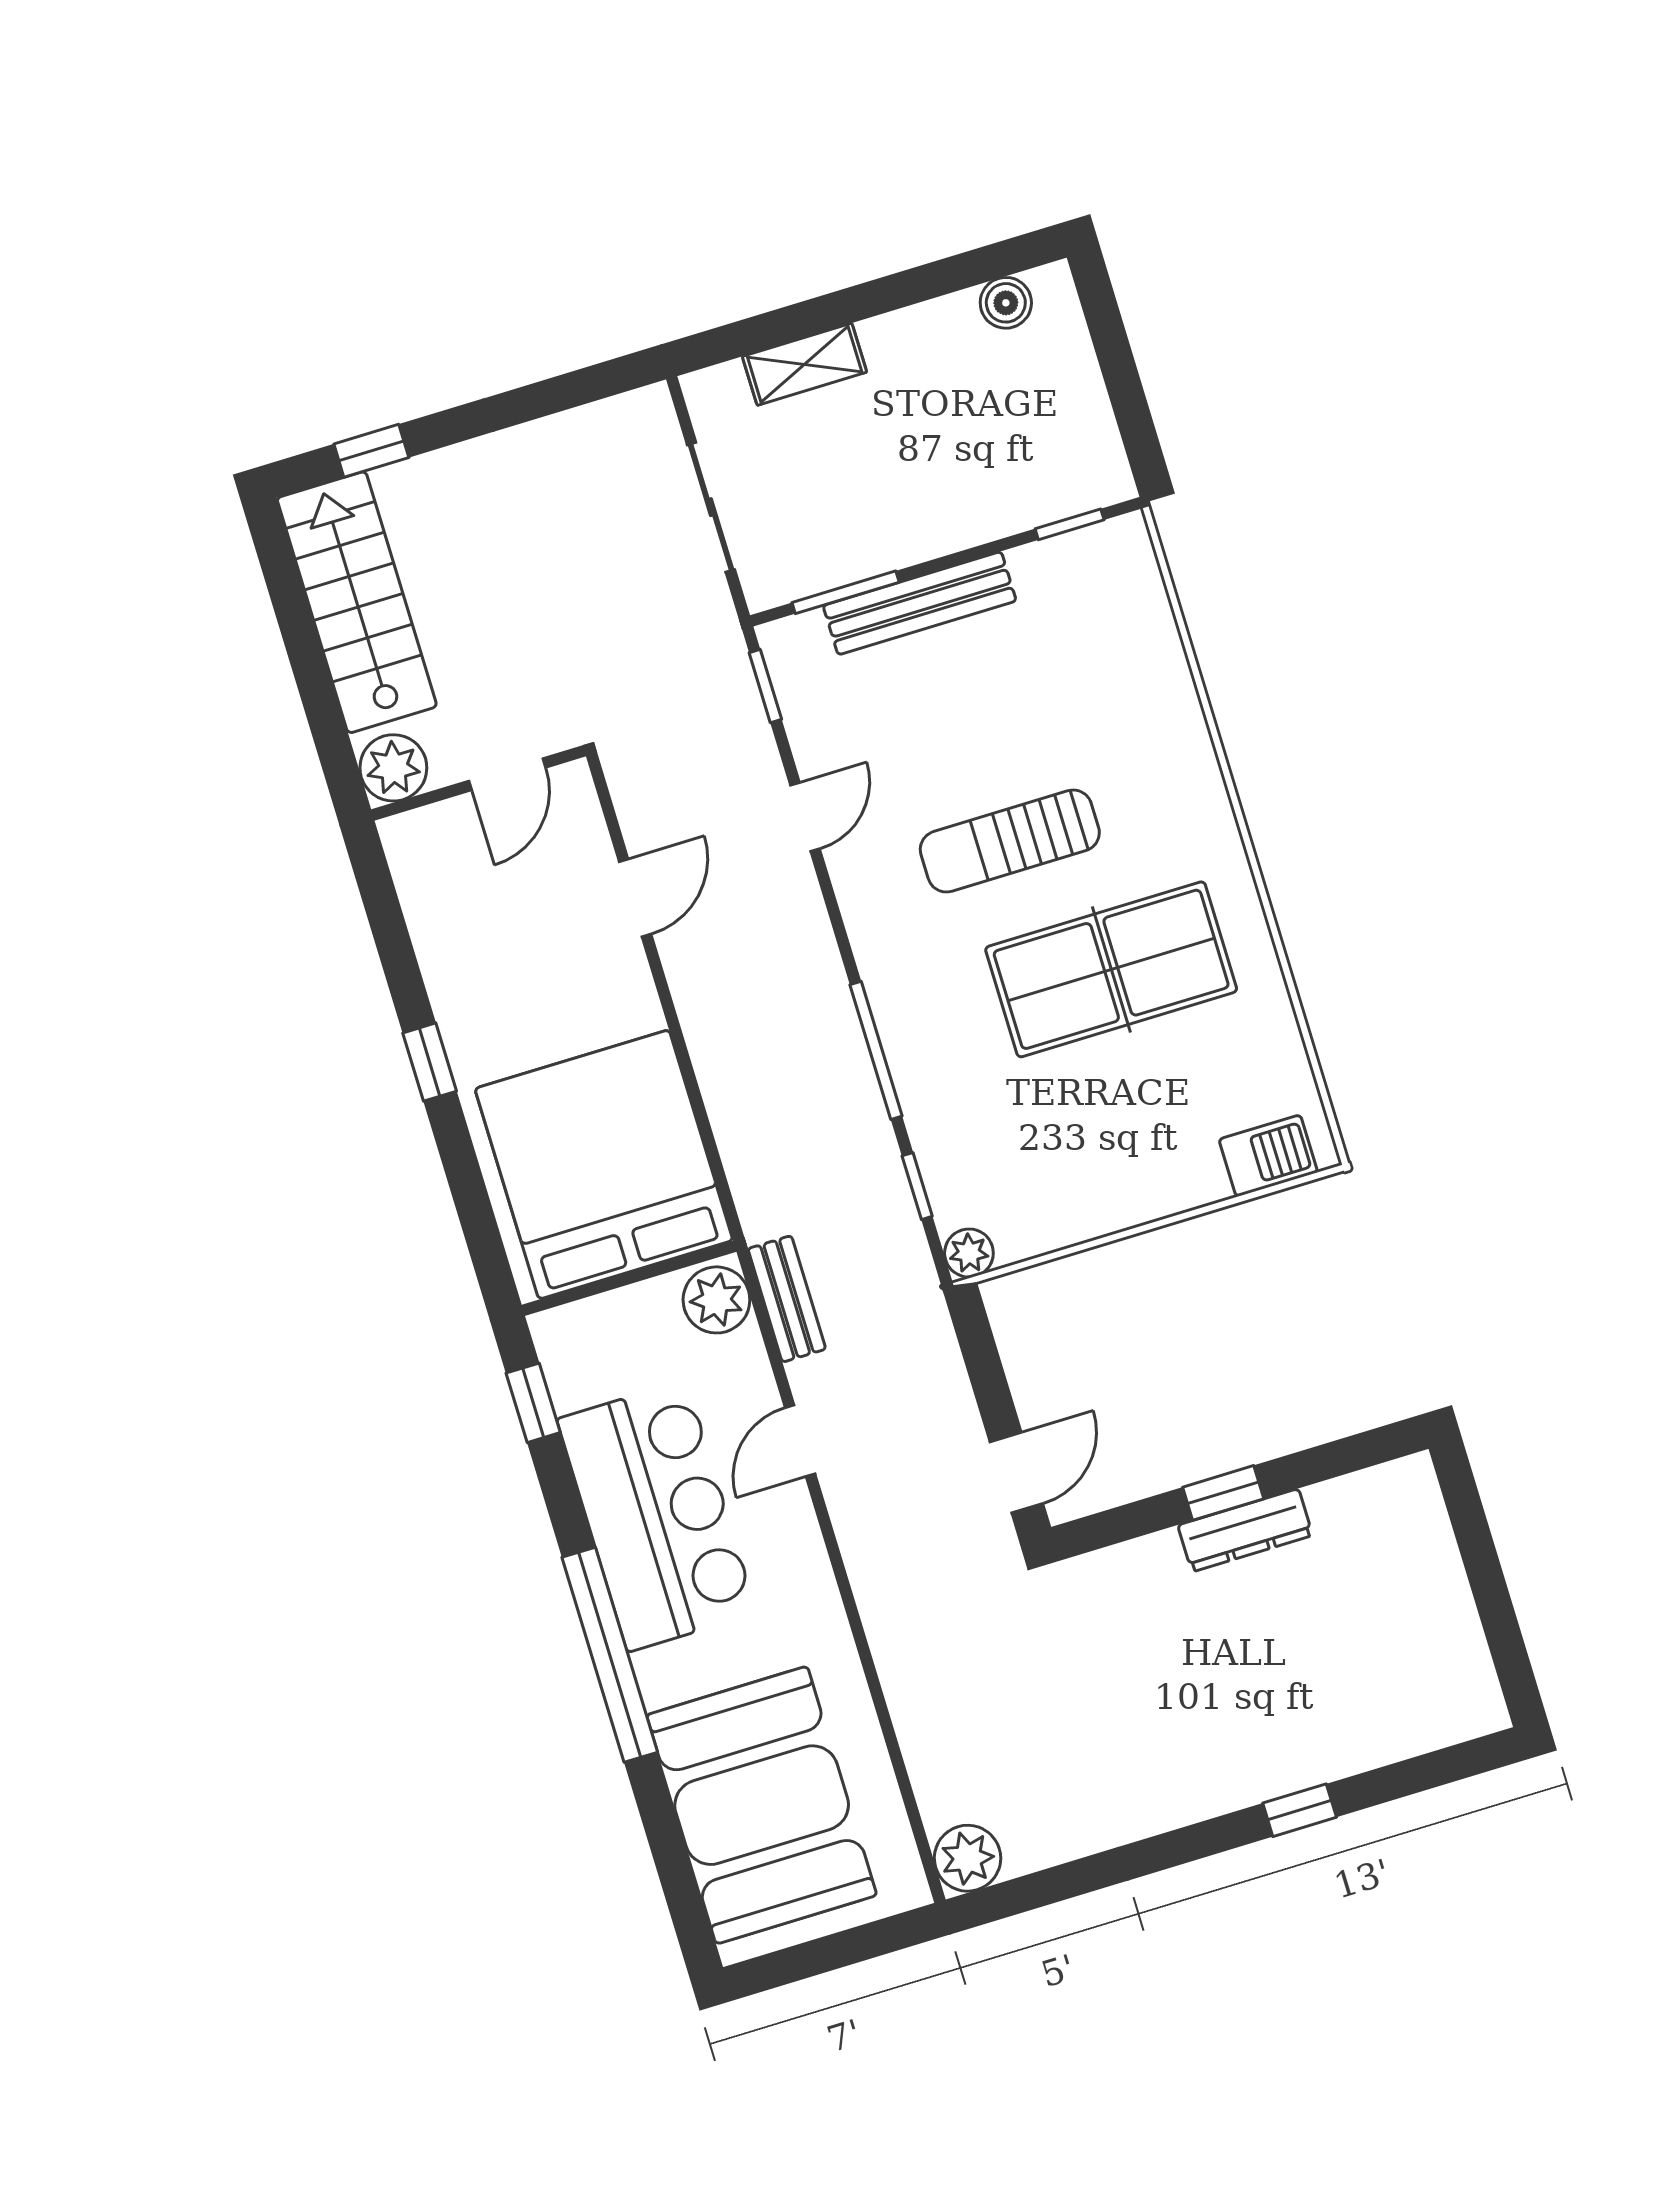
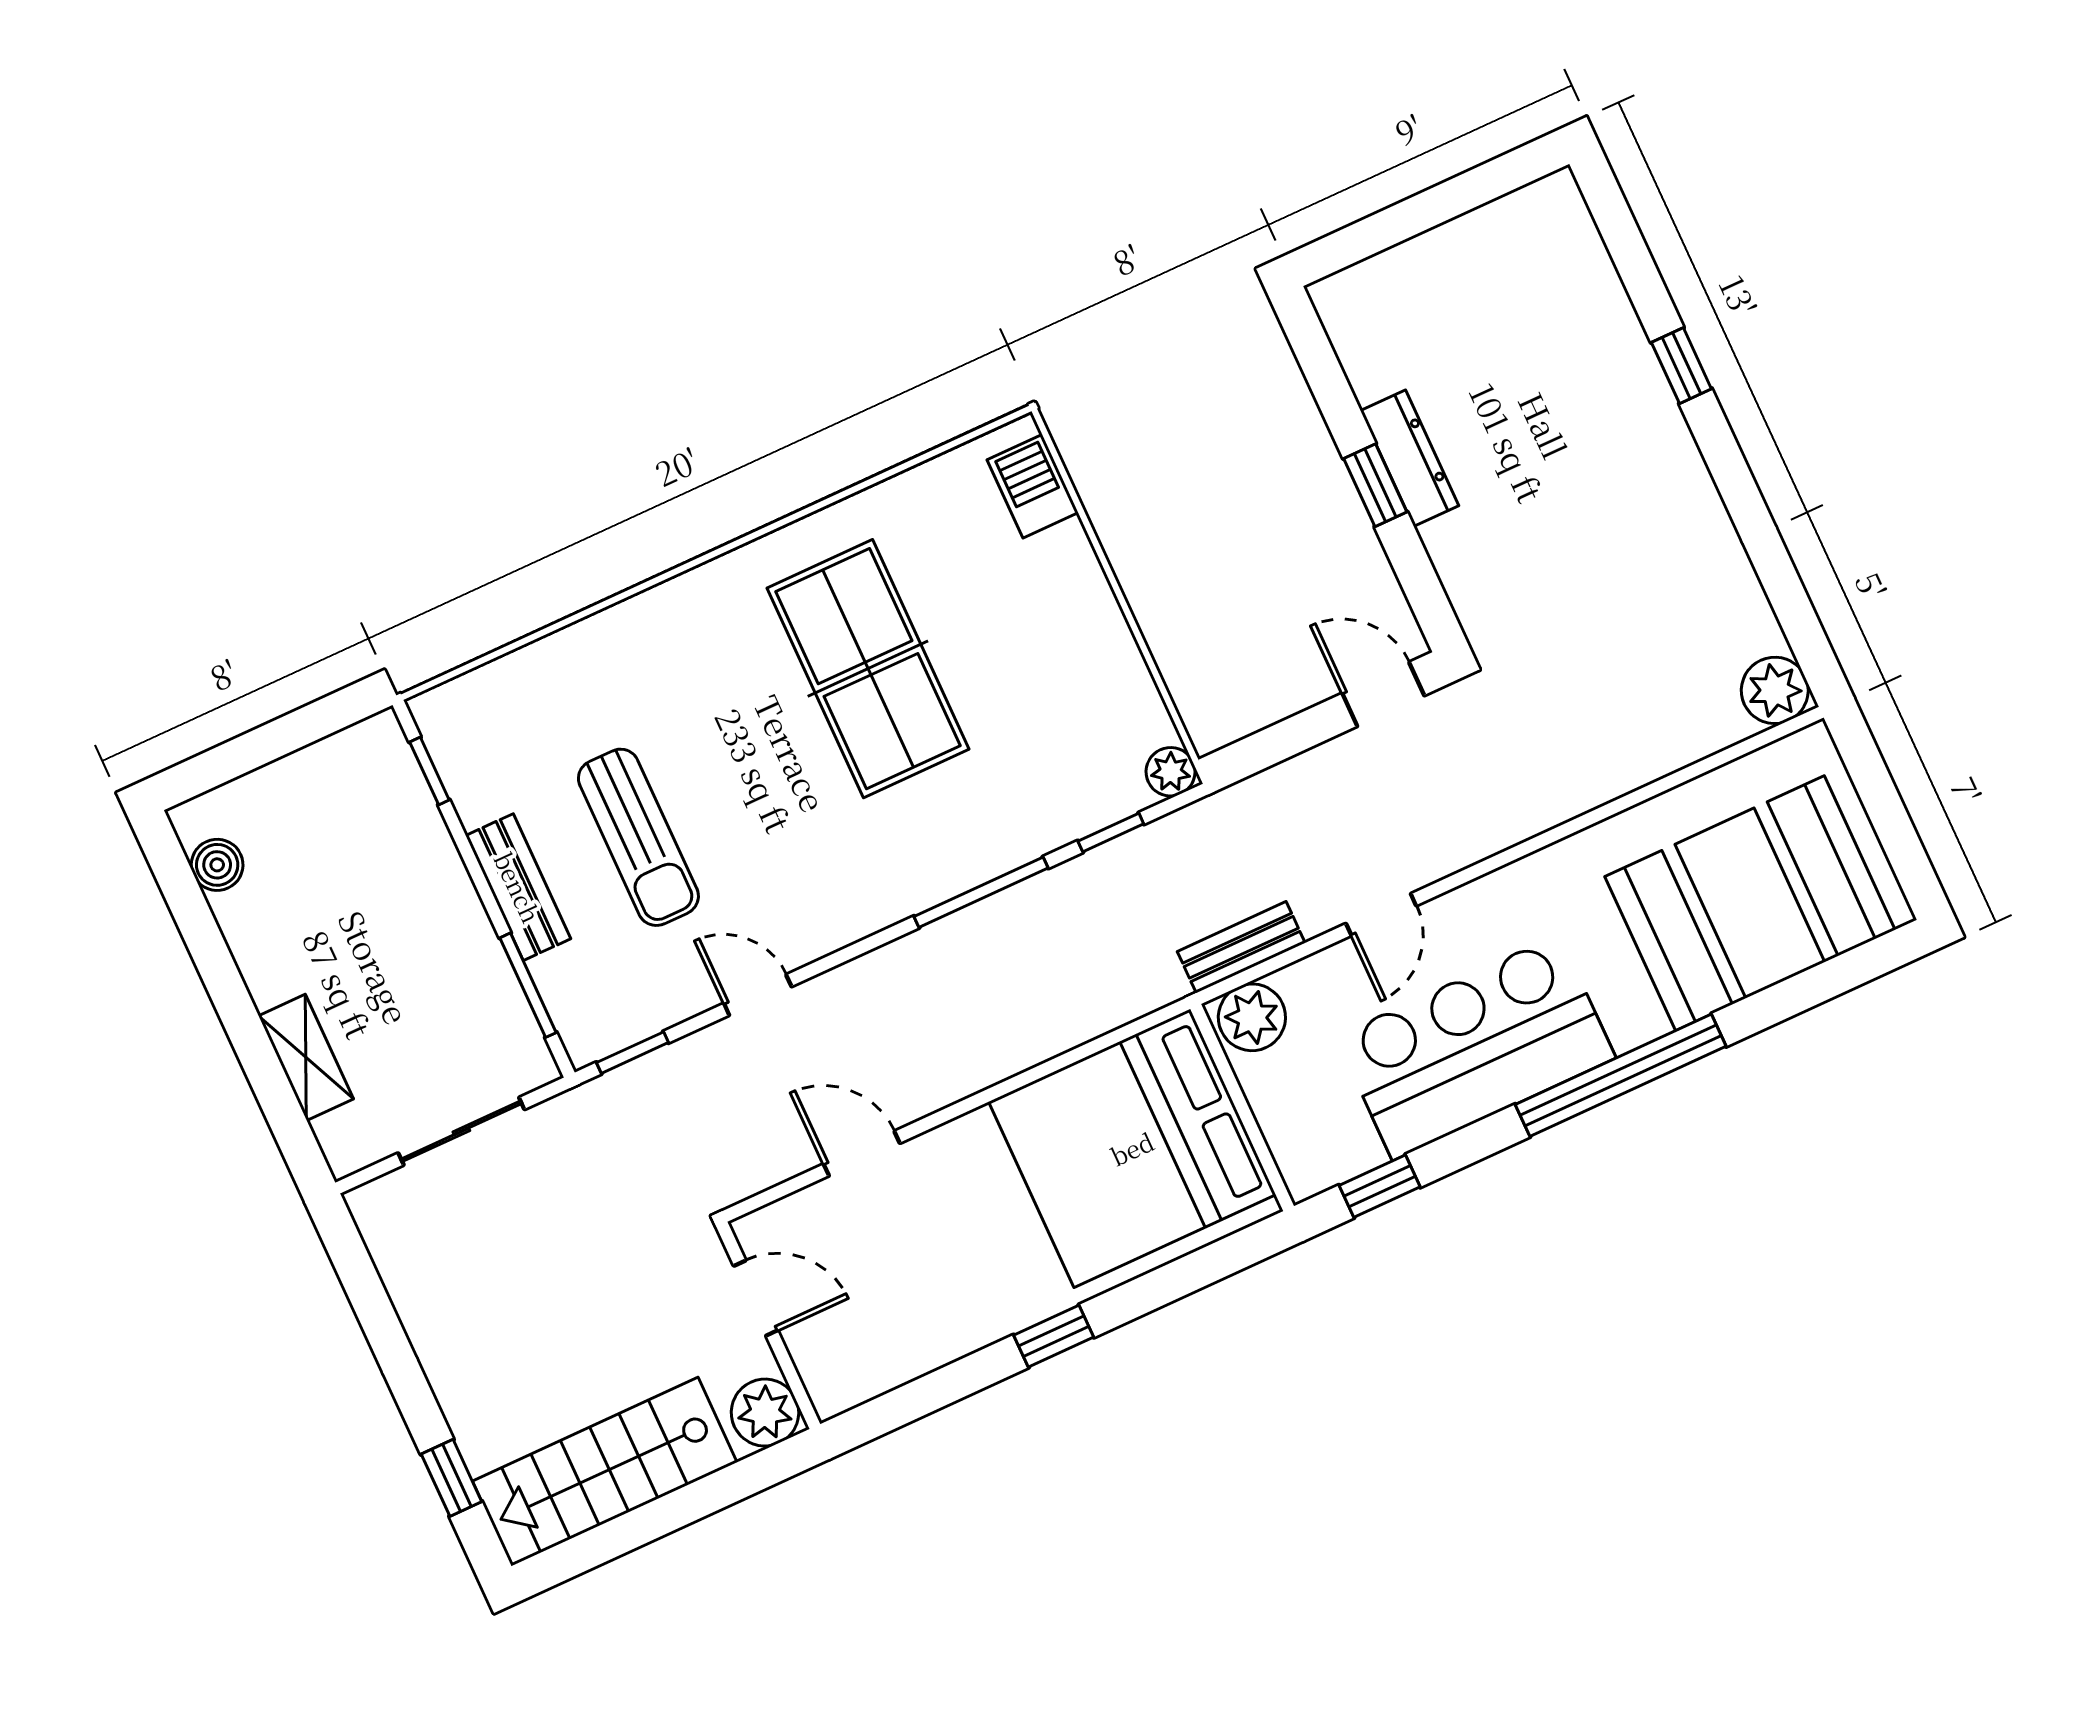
bench: (920, 603) -> (518, 887), width x0.73
sun lounger: (1010, 841) -> (638, 837), moved
door: (800, 1441) -> (1381, 915), hinge flipped

